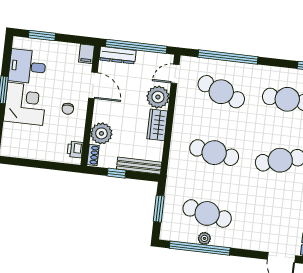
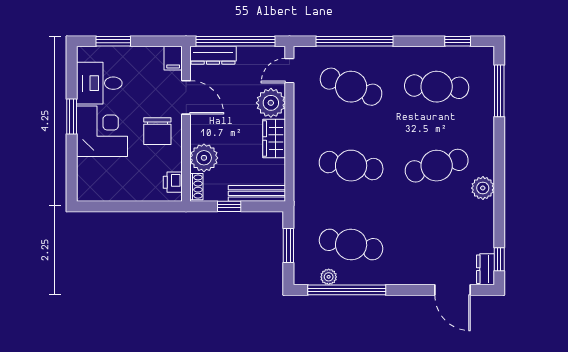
chair: (68, 109) -> (157, 131), width x1.87, depth x1.87
plant: (204, 238) -> (329, 277), moved

